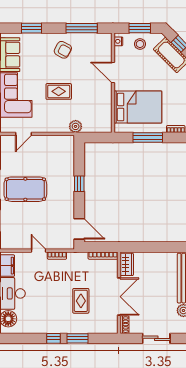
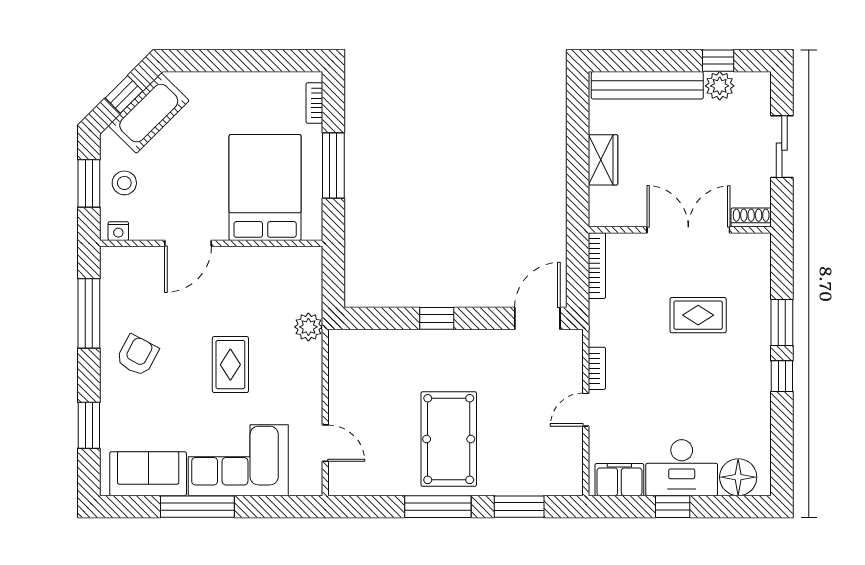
wardrobe: (127, 264) -> (603, 160), moved, turned 90

